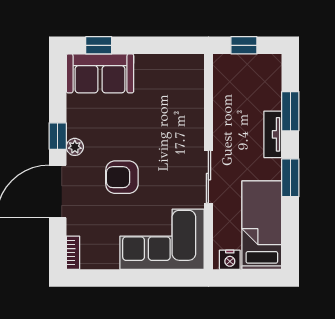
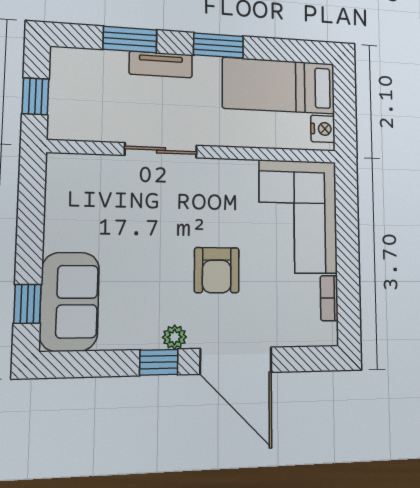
sliding door: (208, 177) -> (161, 150), moved
bookcase: (73, 253) -> (329, 298), moved, turned -90

